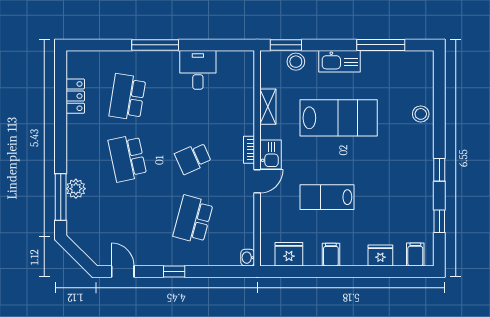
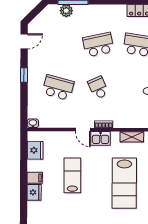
plant: (76, 189) -> (66, 11), moved
fridge: (380, 255) -> (34, 192), moved

